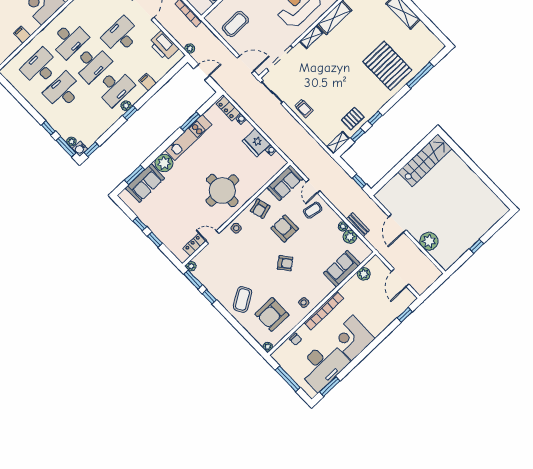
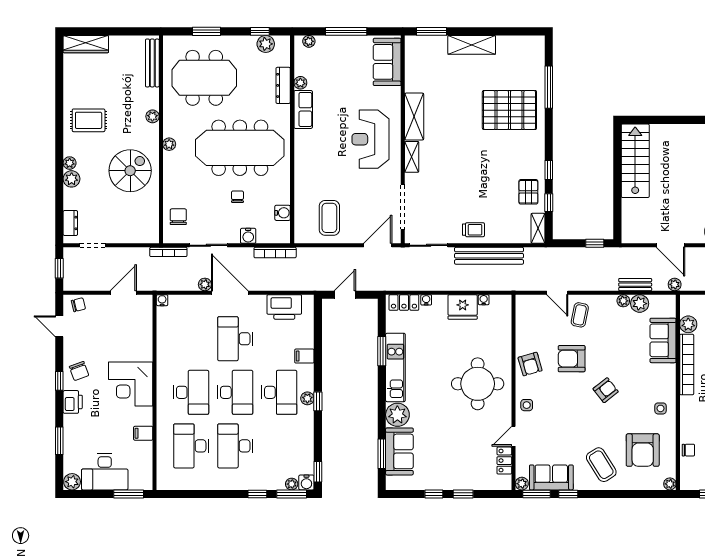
plant: (190, 49) -> (675, 284), moved
bench: (298, 130) -> (489, 256), added
sofa: (285, 183) -> (551, 477), moved, turned -90
bookcase: (324, 310) -> (687, 365), moved

